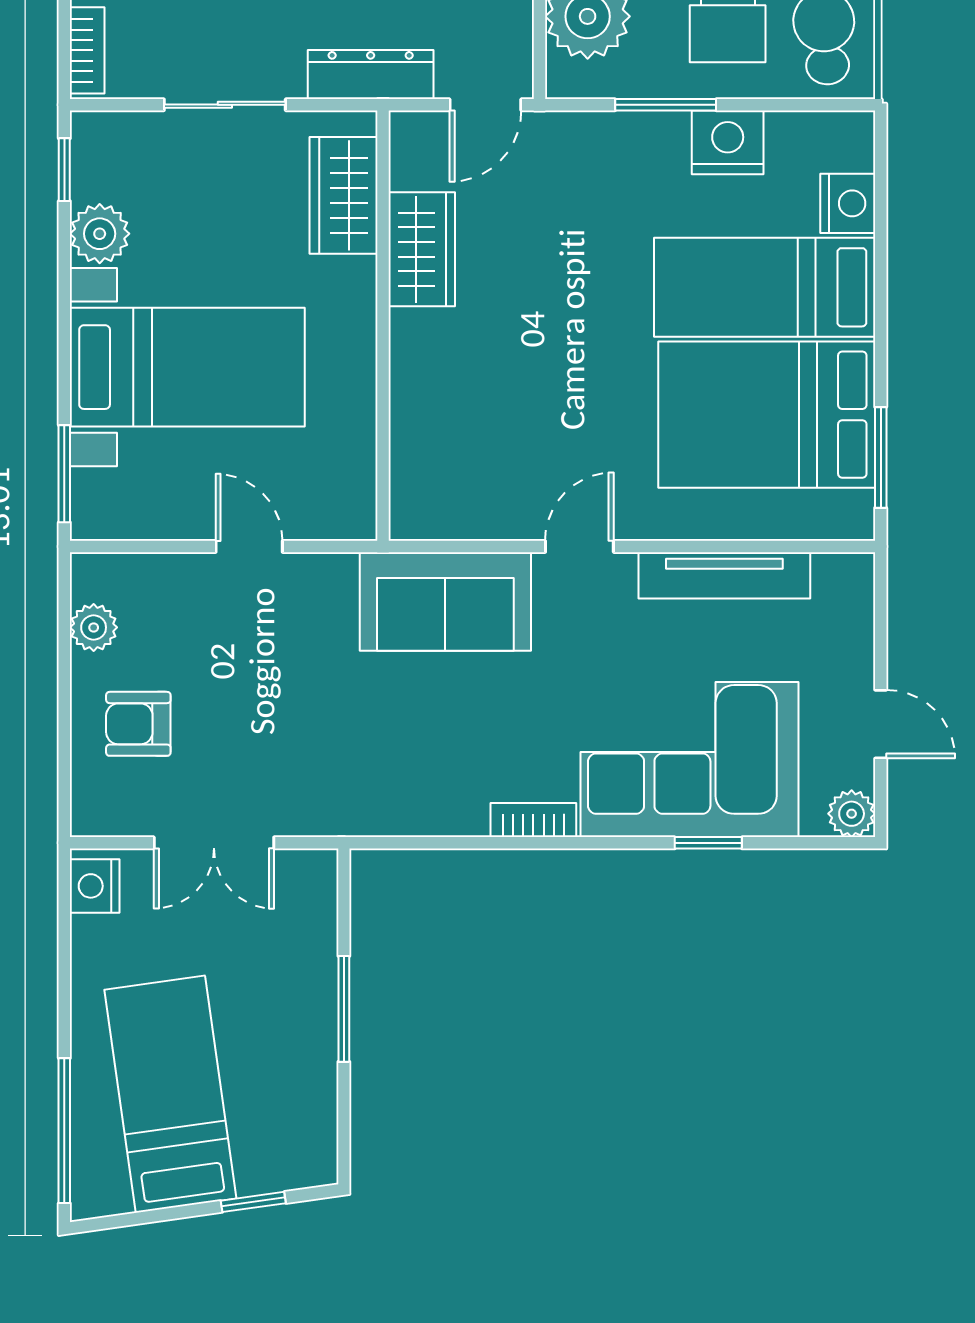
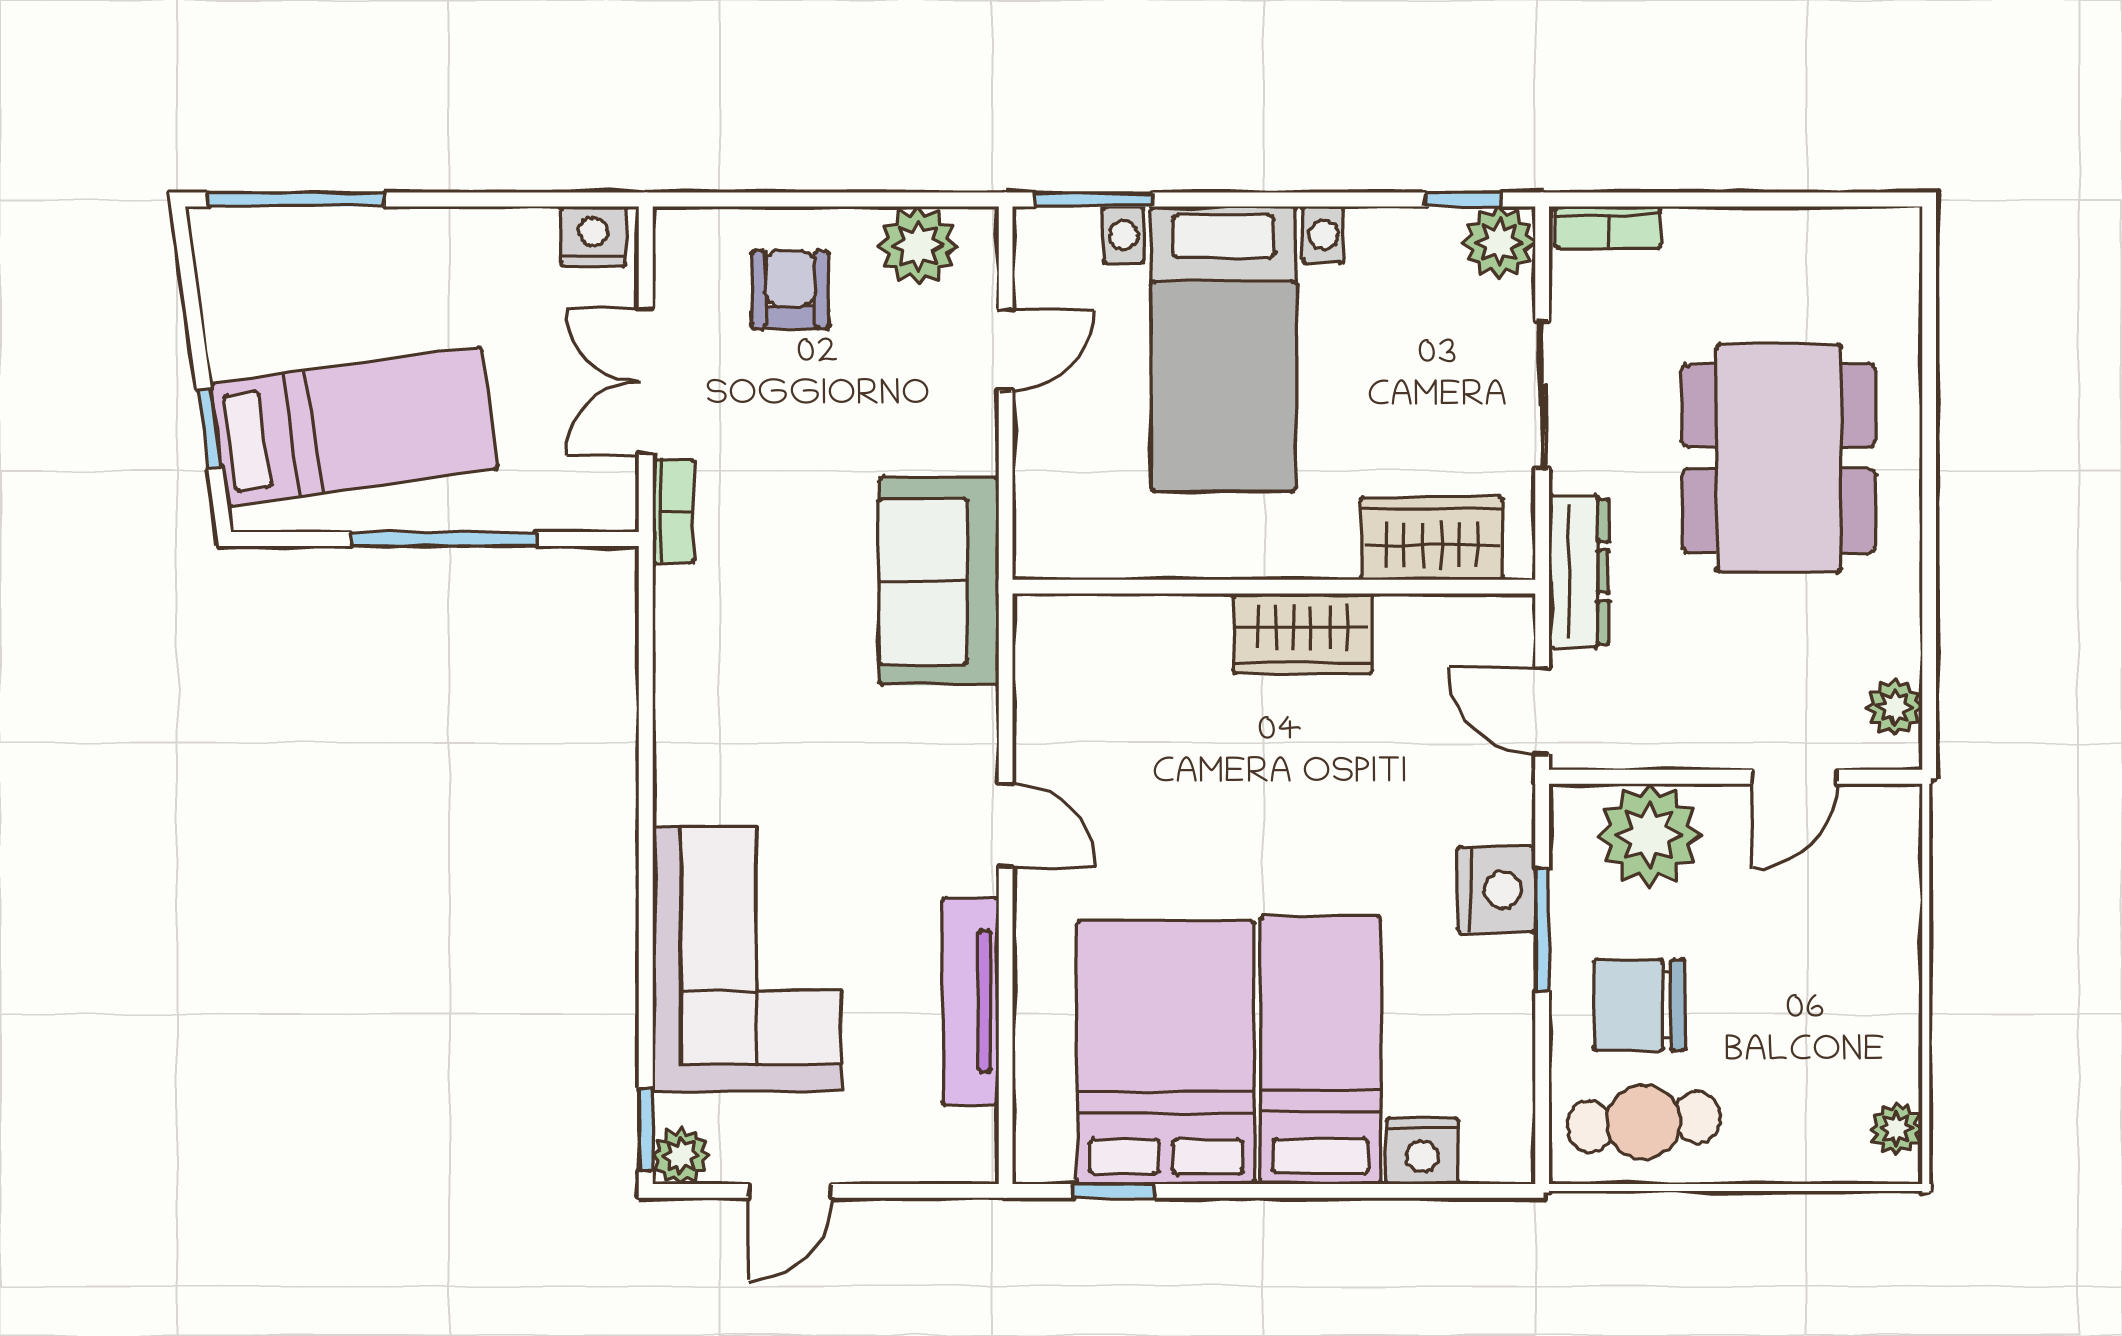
nightstand: (728, 142) -> (1496, 890), moved
plant: (100, 234) -> (1499, 242), moved
wardrobe: (422, 249) -> (1303, 634), moved
window: (881, 457) -> (1114, 1191), width x0.67
door: (249, 546) -> (1006, 350), moved
sofa: (445, 601) -> (939, 581), moved
plant: (94, 627) -> (918, 246), width x1.38, depth x1.38
bookcase: (533, 820) -> (673, 511), moved
window: (708, 843) -> (646, 1130), moved
window: (344, 1009) -> (444, 539), width x1.44
bed: (170, 1094) -> (354, 426), moved

